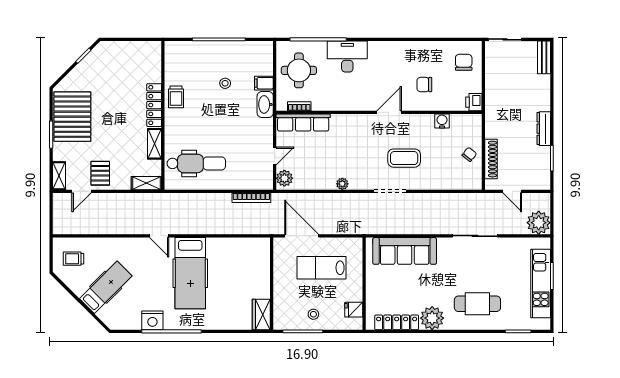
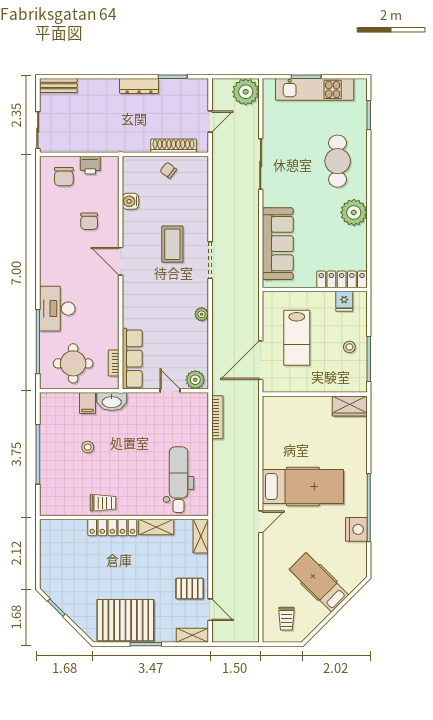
chair: (464, 62) -> (64, 177), turned -90
printer: (474, 102) -> (90, 165), moved
locker: (397, 322) -> (342, 279), moved, turned 90

